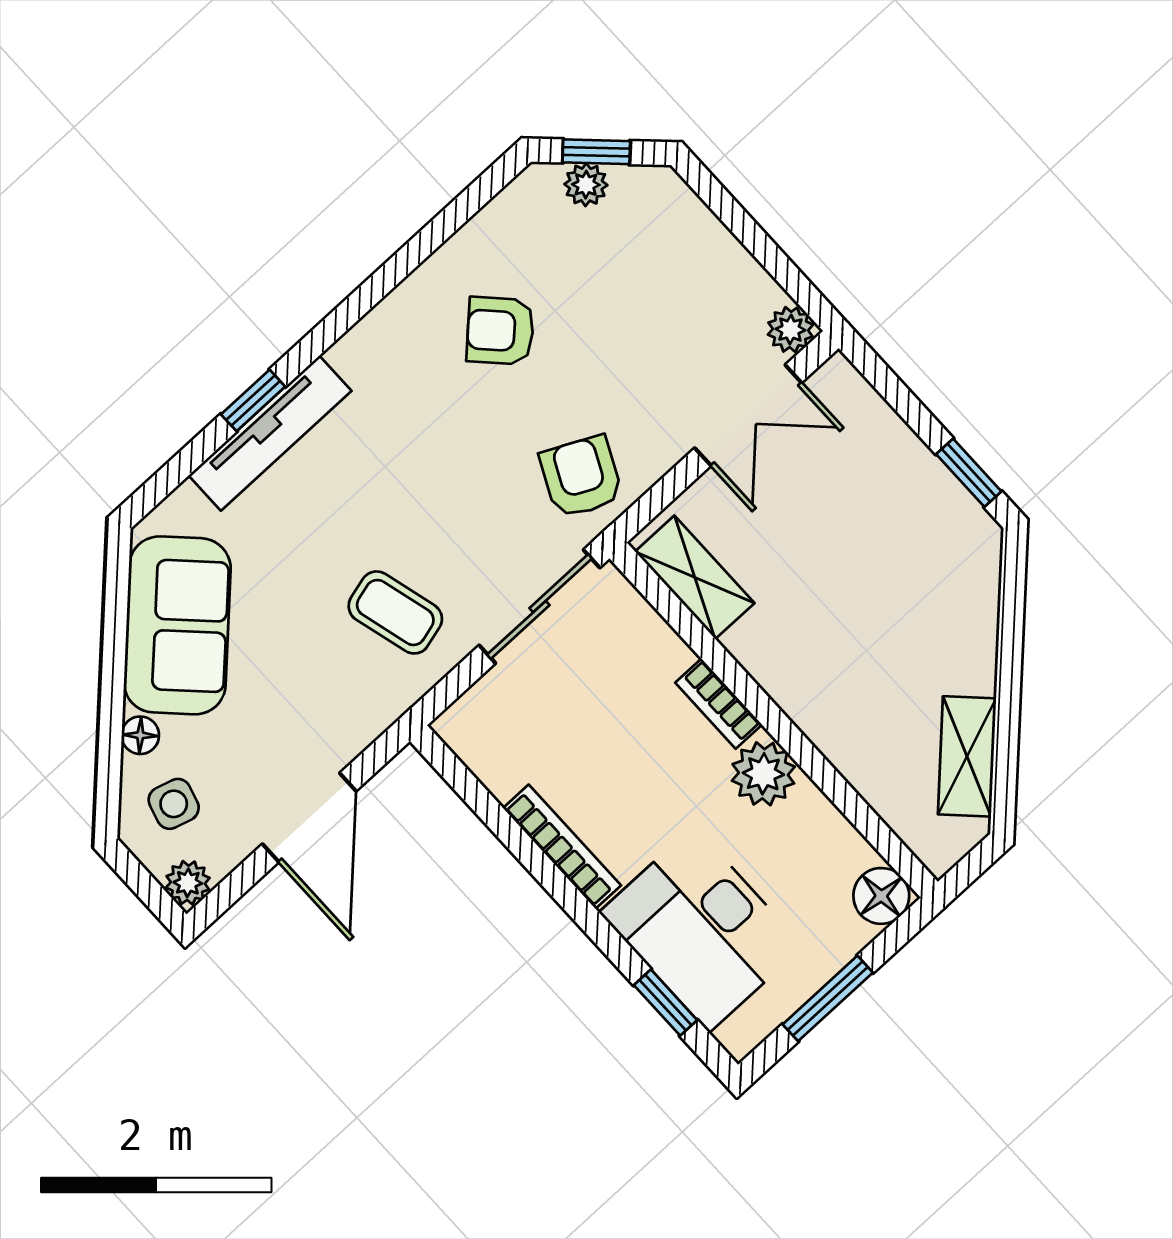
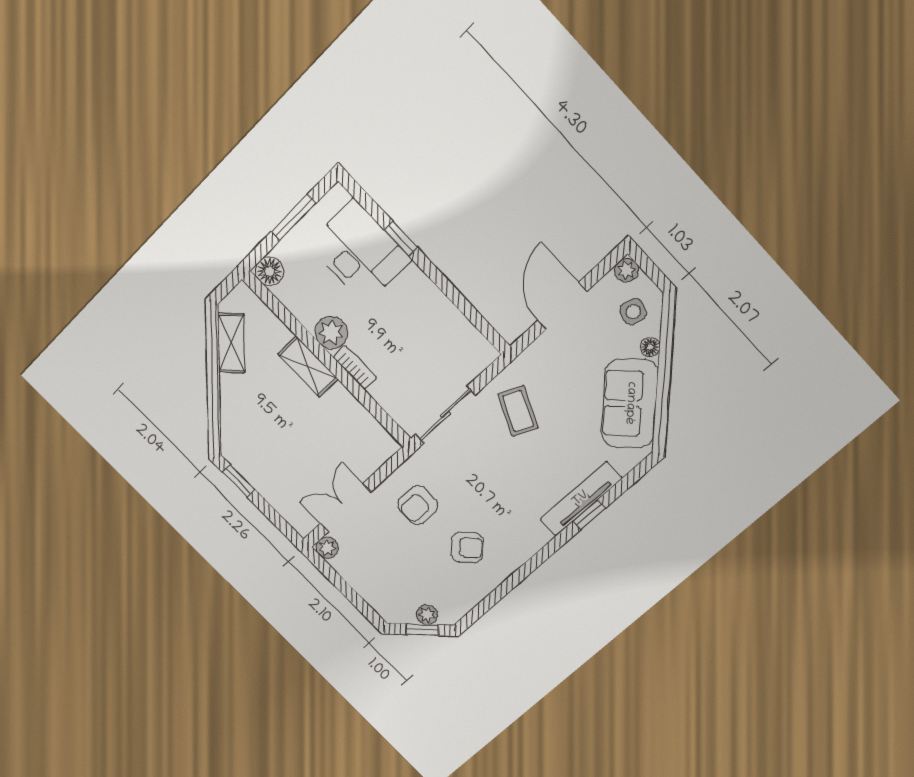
armchair: (581, 477) -> (418, 505), moved, turned 64
shelving: (695, 577) -> (308, 367), moved
coffee table: (395, 612) -> (518, 411), turned 39
bookcase: (562, 847) -> (432, 293), removed
window: (665, 1003) -> (401, 239), moved

